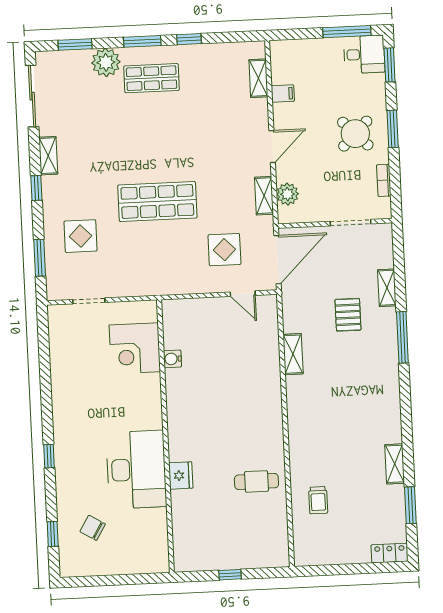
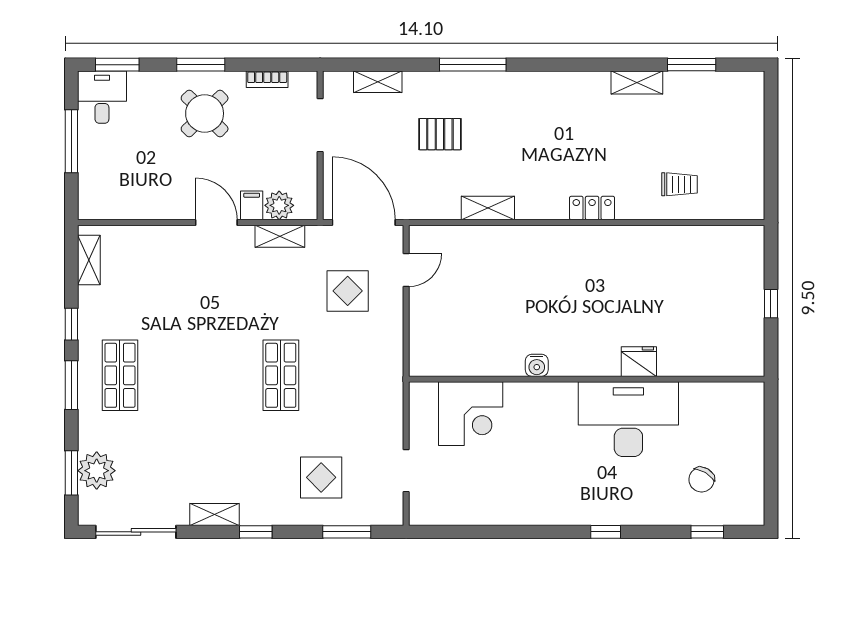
window: (347, 32) -> (71, 141), moved
plant: (106, 62) -> (97, 471), moved
shelving: (258, 78) -> (89, 260), moved, turned 90
filing cabinet: (283, 94) -> (252, 205), moved
shop shelf: (157, 201) -> (281, 375), width x0.70, depth x0.74
shelving: (387, 288) -> (378, 82), moved
water cooler: (172, 359) -> (537, 365), moved
cafe table: (256, 481) -> (651, 263), removed
locker: (390, 553) -> (592, 208), moved, turned 90

